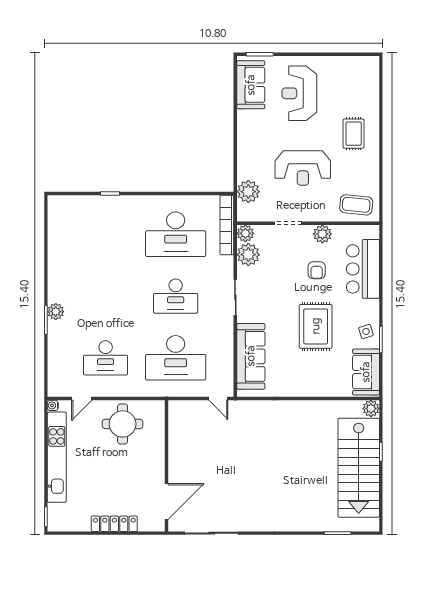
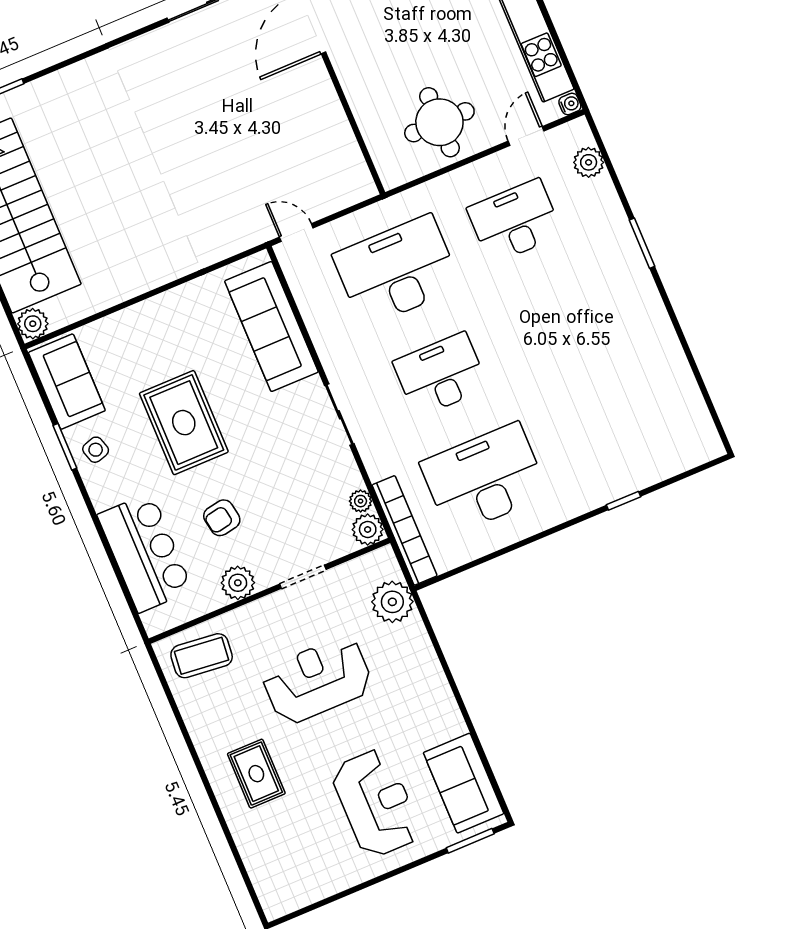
plant: (248, 255) -> (361, 501), width x0.53, depth x0.53
armchair: (317, 270) -> (222, 518), turned -100
plant: (56, 312) -> (589, 162), moved

